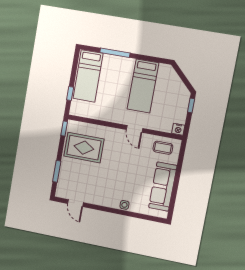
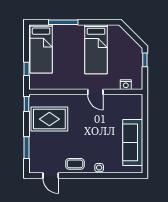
nightstand: (178, 129) -> (126, 85), moved
coffee table: (163, 148) -> (75, 164), moved

